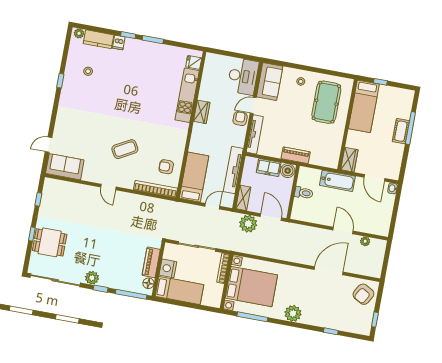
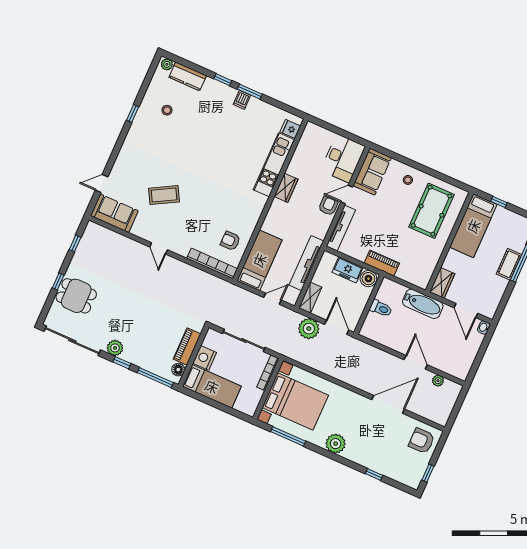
dishwasher: (119, 43) -> (242, 100), moved
coffee table: (125, 149) -> (164, 195), moved
armchair: (363, 294) -> (422, 441), turned 60

